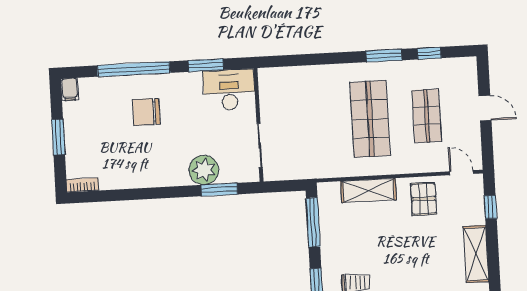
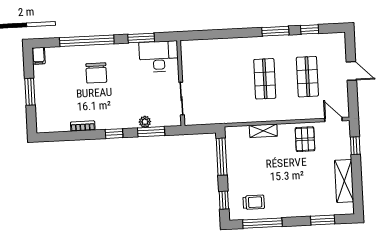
chair: (146, 112) -> (96, 73), turned -90
shop shelf: (370, 119) -> (265, 79), width x0.70, depth x0.74
plant: (204, 170) -> (145, 122), width x0.53, depth x0.53
bookcase: (83, 185) -> (83, 126), moved
shelving: (368, 191) -> (263, 131), width x0.67, depth x0.75
window: (170, 192) -> (114, 134), added

